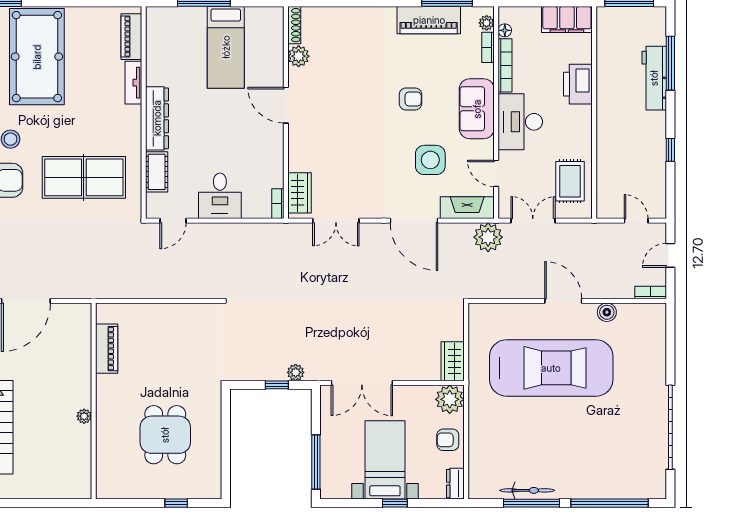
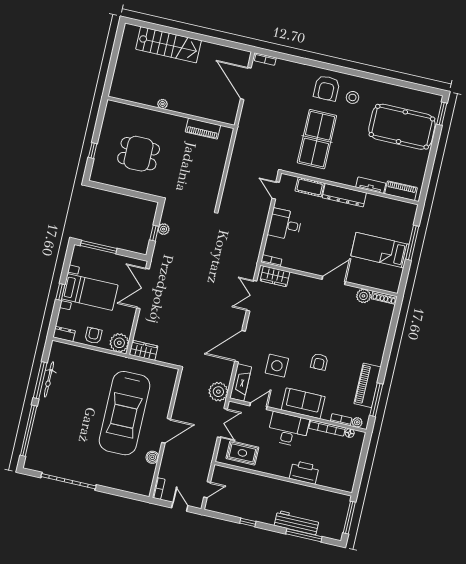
filing cabinet: (567, 20) -> (347, 475), removed
plant: (296, 372) -> (164, 229), moved

